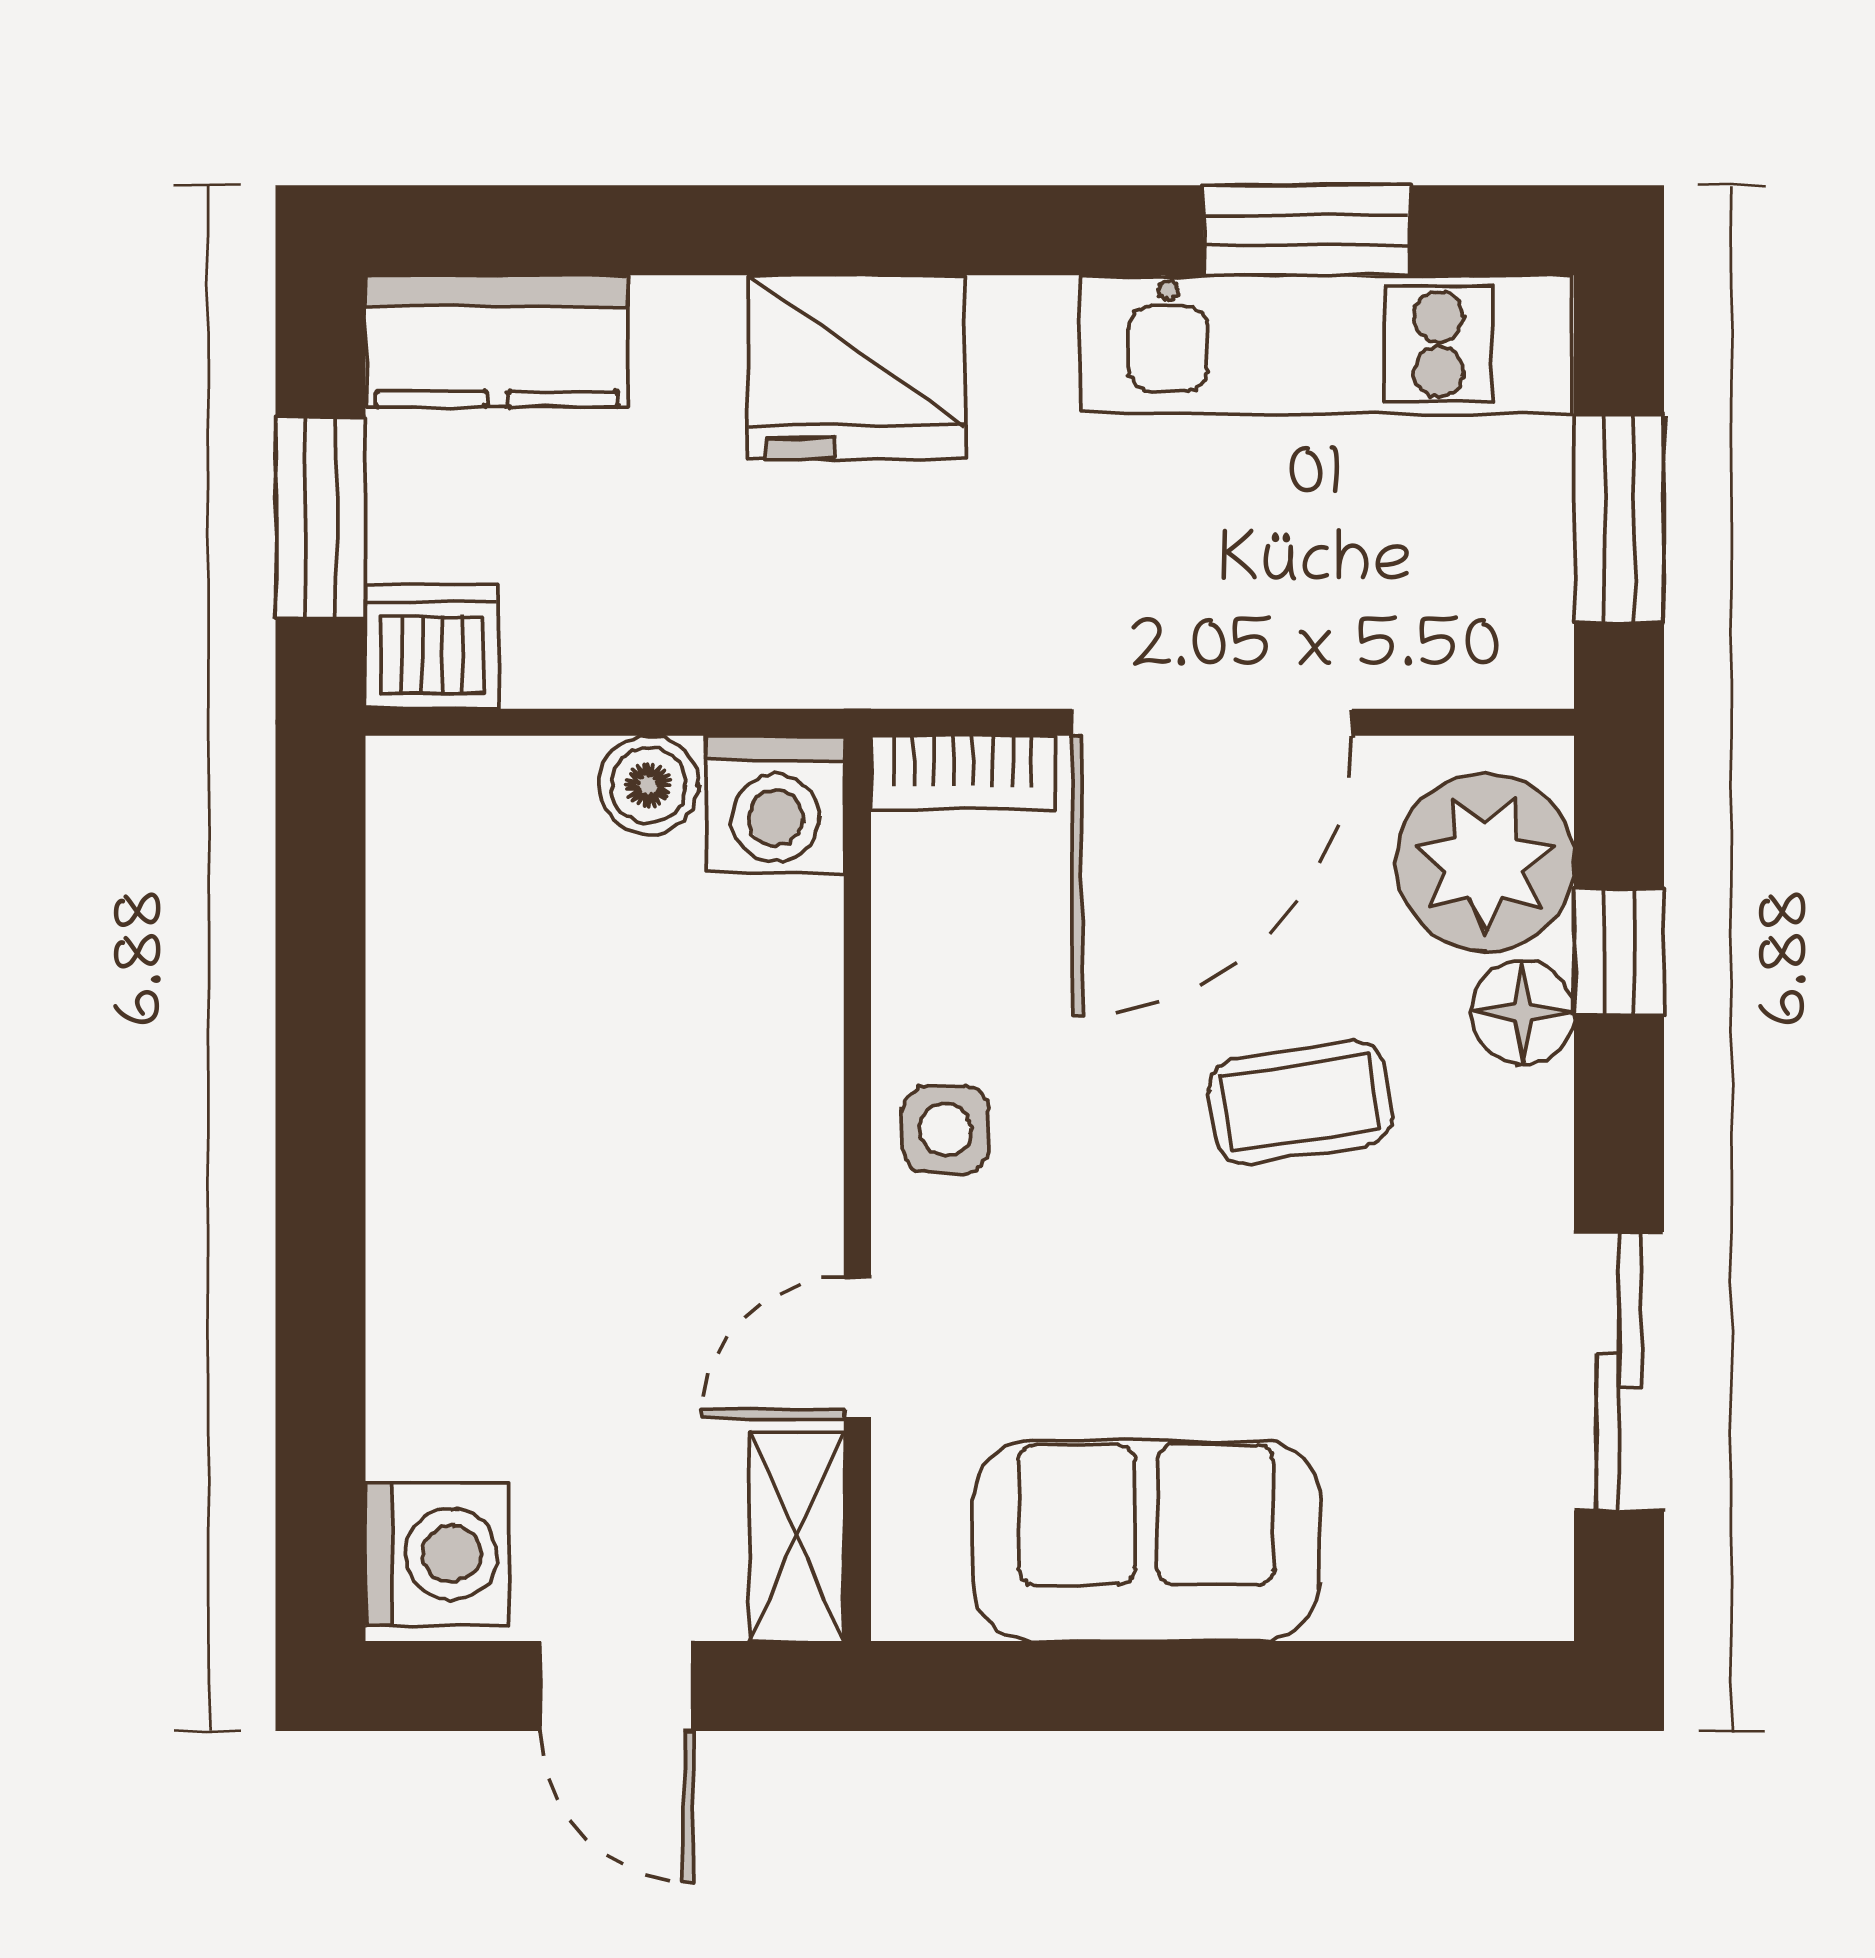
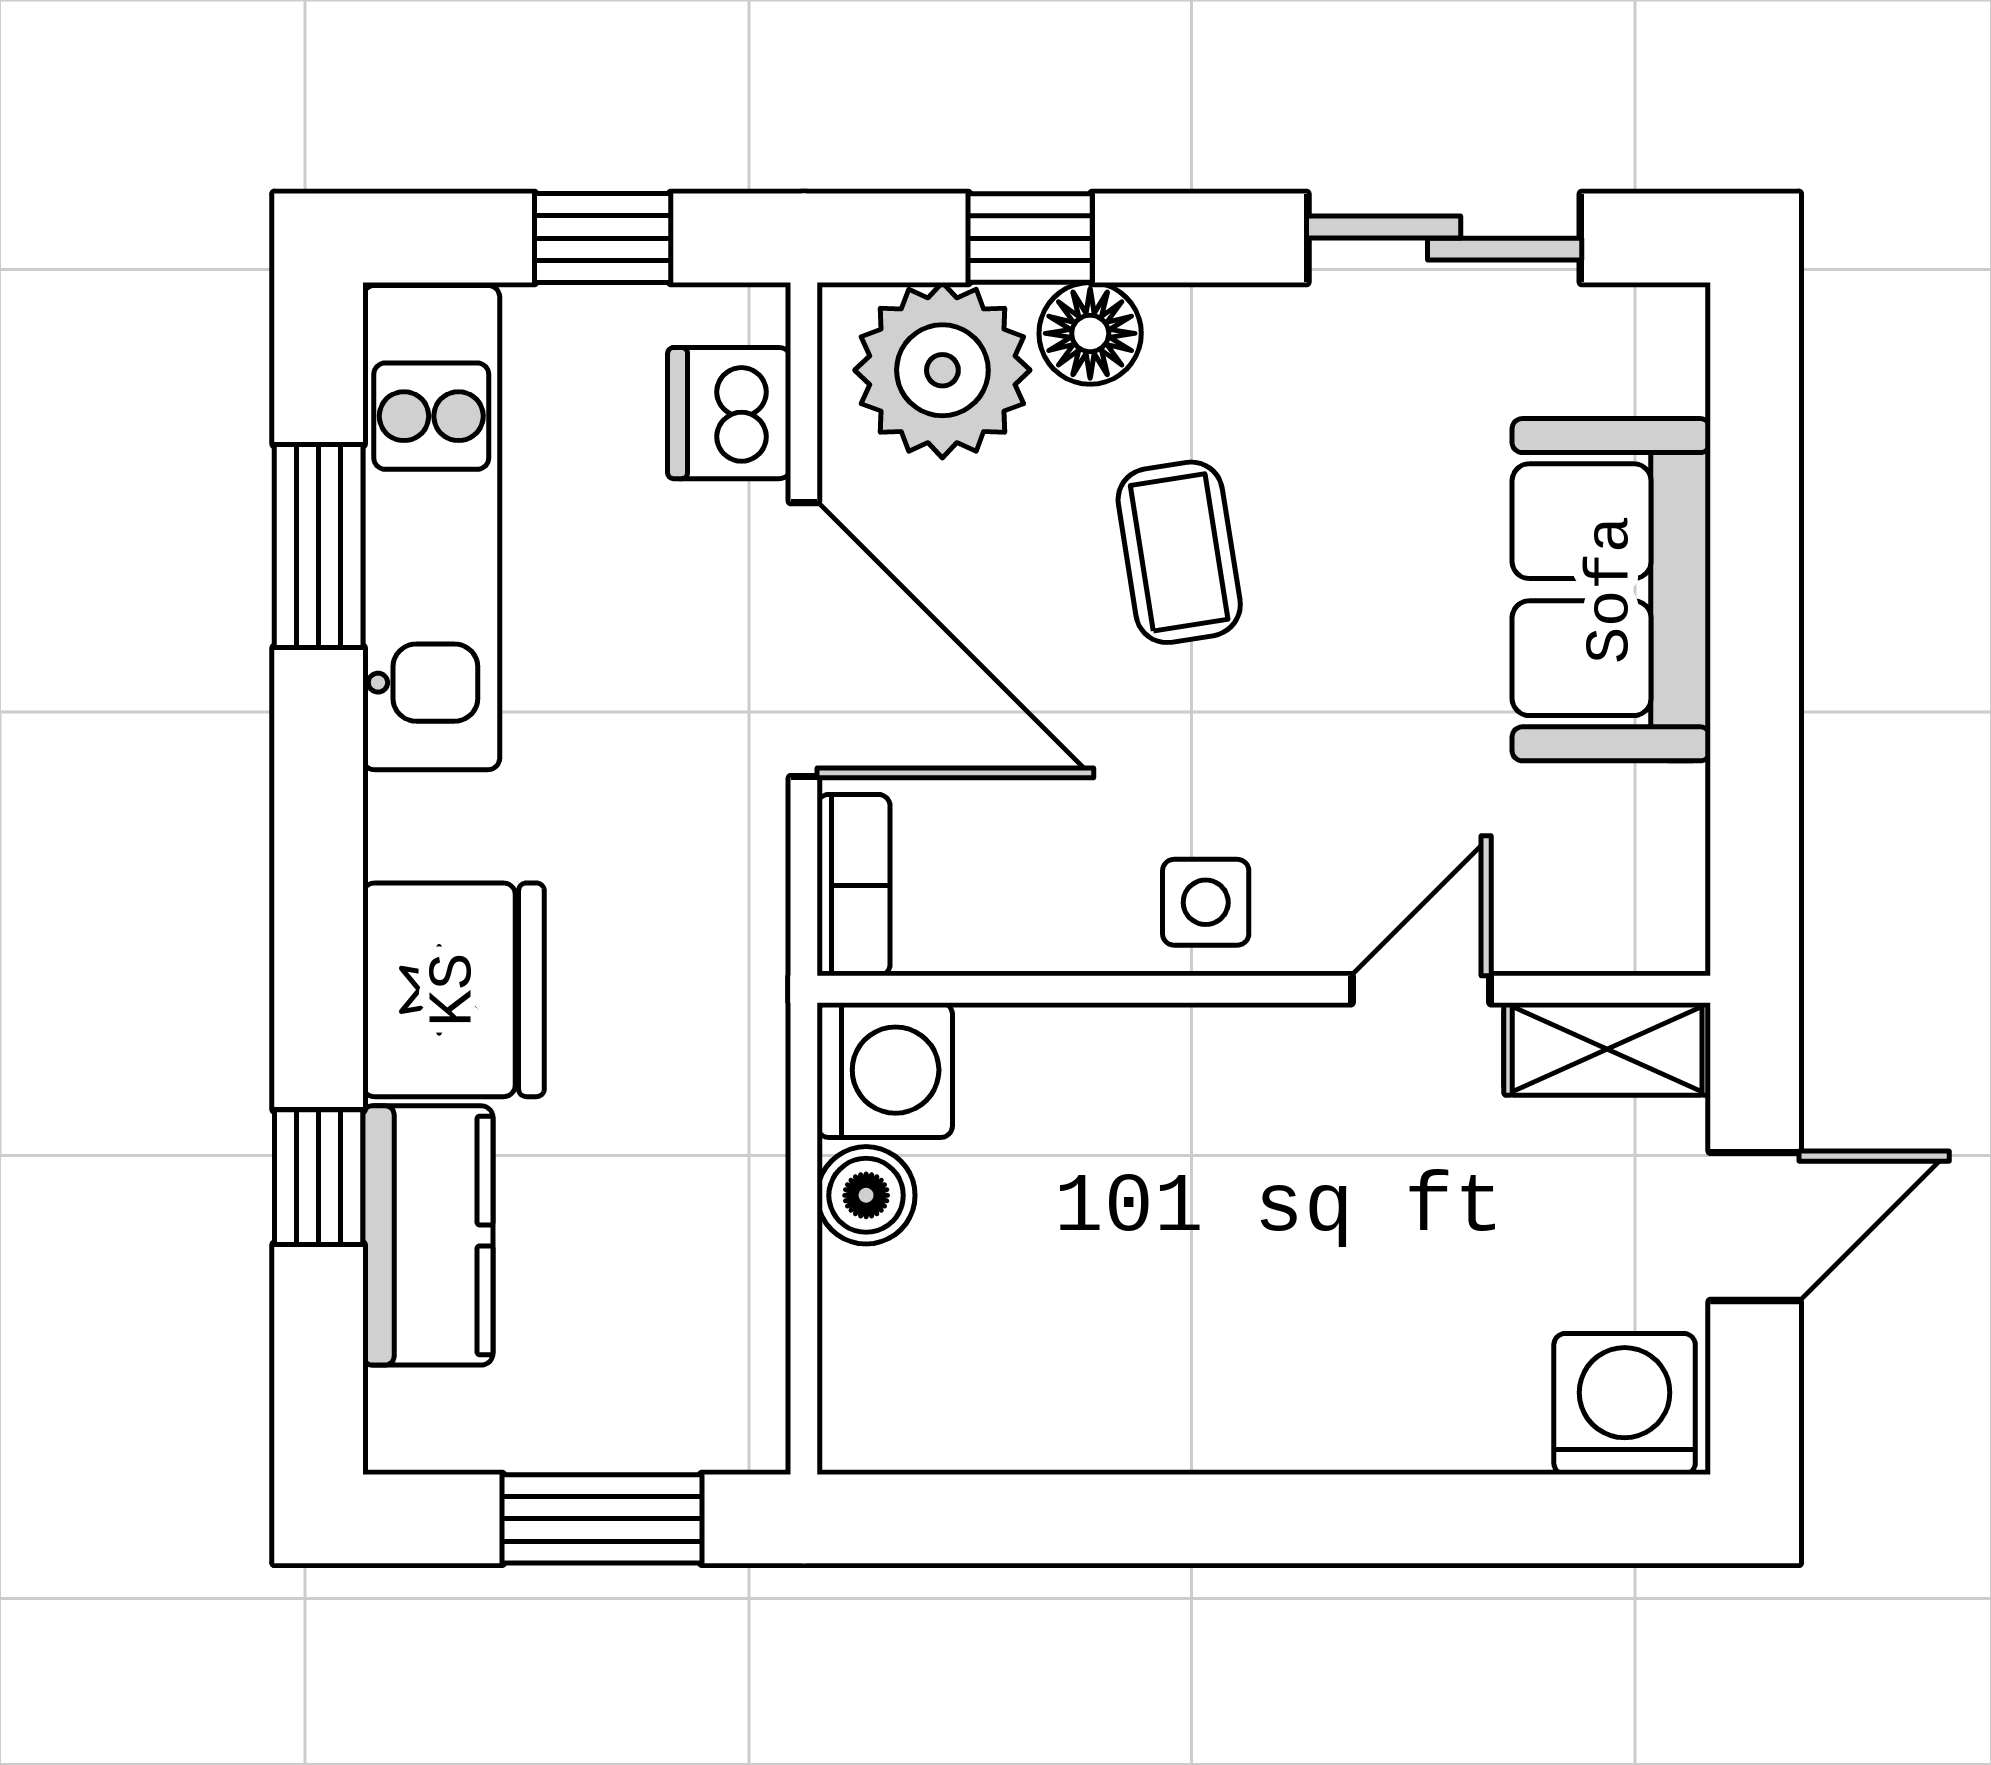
window: (667, 230) -> (319, 1177), added
kitchen counter: (497, 341) -> (428, 1235), moved
window: (1619, 518) -> (603, 238), width x0.67
dishwasher: (432, 646) -> (729, 413), moved
door: (857, 1348) -> (1421, 989), swing flipped
sofa: (1146, 1541) -> (1611, 590), moved

